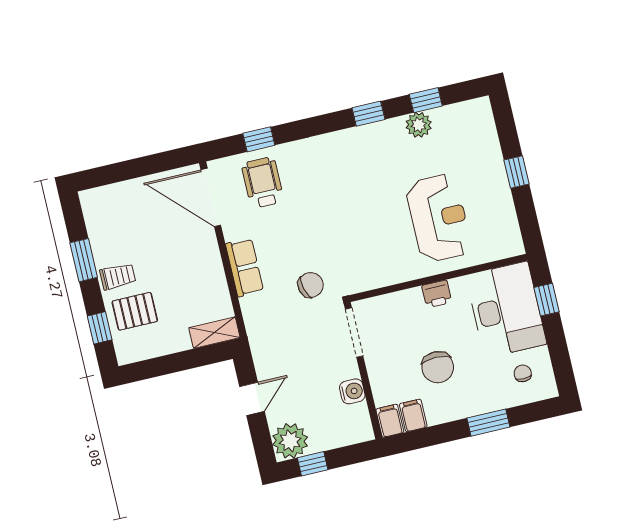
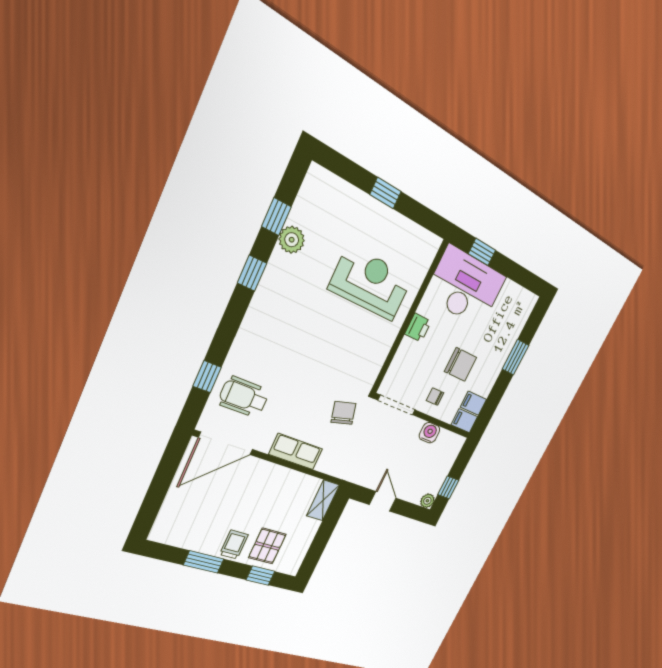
chair: (523, 373) -> (435, 397), moved
plant: (290, 441) -> (427, 501), width x0.53, depth x0.53

